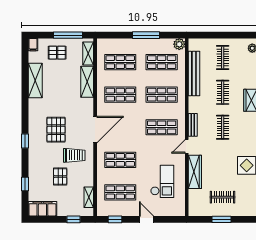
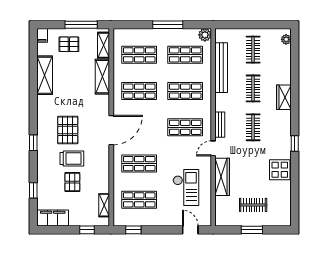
trolley: (74, 155) -> (72, 159), moved
door: (146, 219) -> (190, 230), moved

